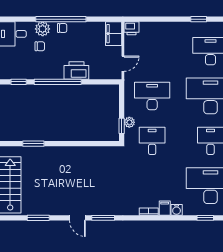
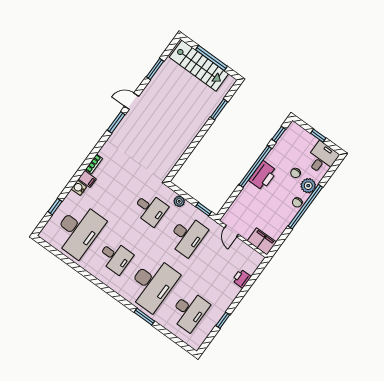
printer: (131, 28) -> (242, 278), moved
printer: (76, 71) -> (263, 176), moved
window: (122, 126) -> (203, 209), moved

